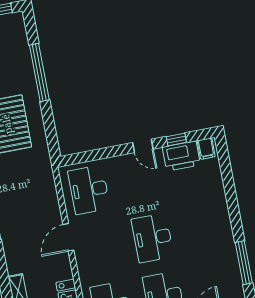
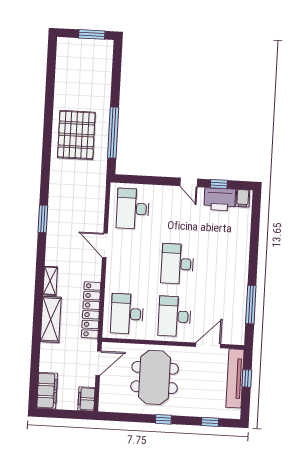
window: (39, 73) -> (113, 133), moved
door: (68, 237) -> (105, 245), hinge flipped

